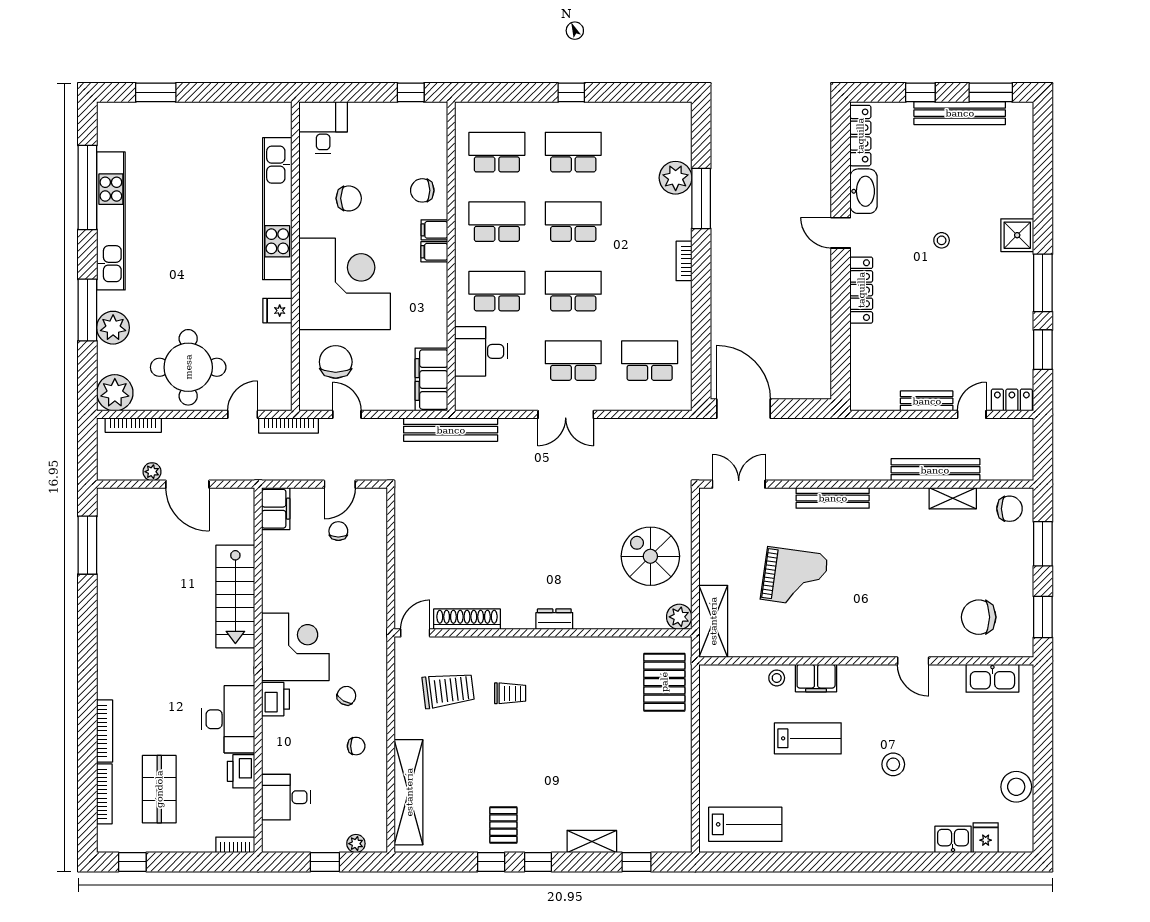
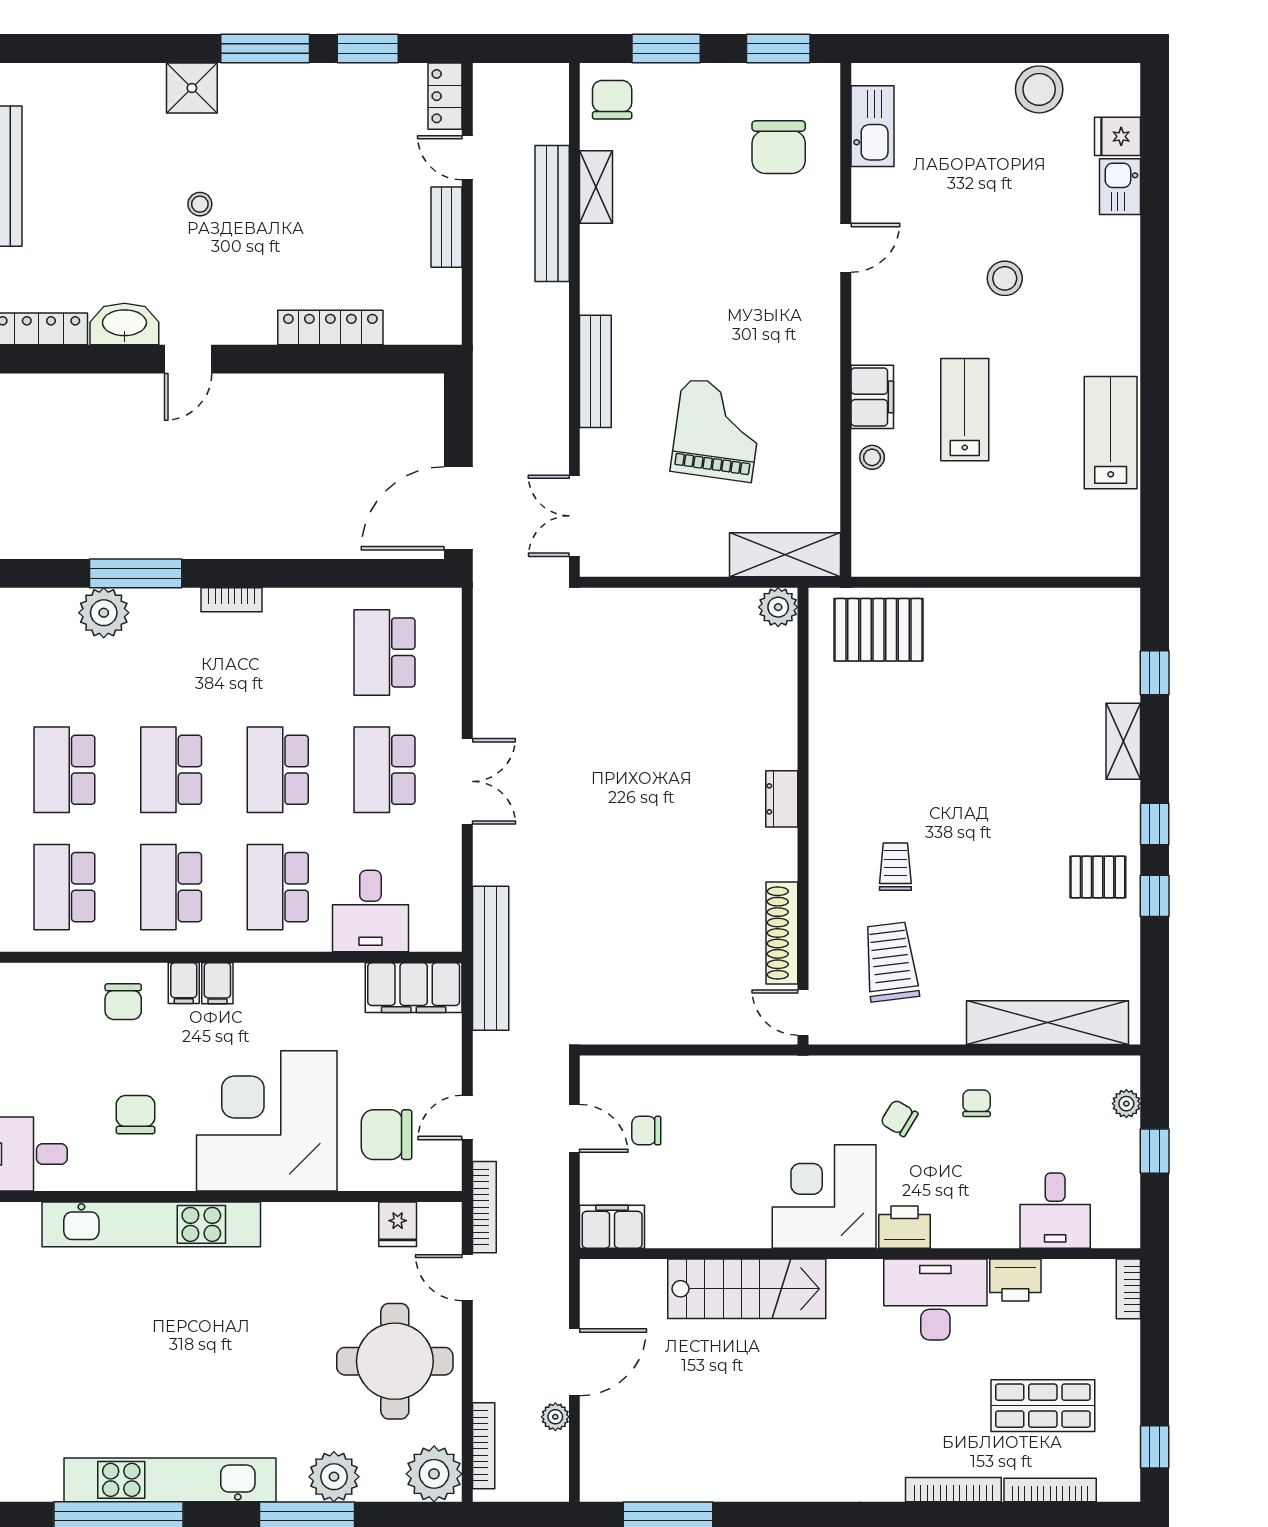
locker: (861, 290) -> (330, 328), moved
fridge: (277, 311) -> (398, 1224), moved
spiral stairs: (650, 556) -> (685, 651), removed
lab bench: (745, 824) -> (1111, 433), moved

